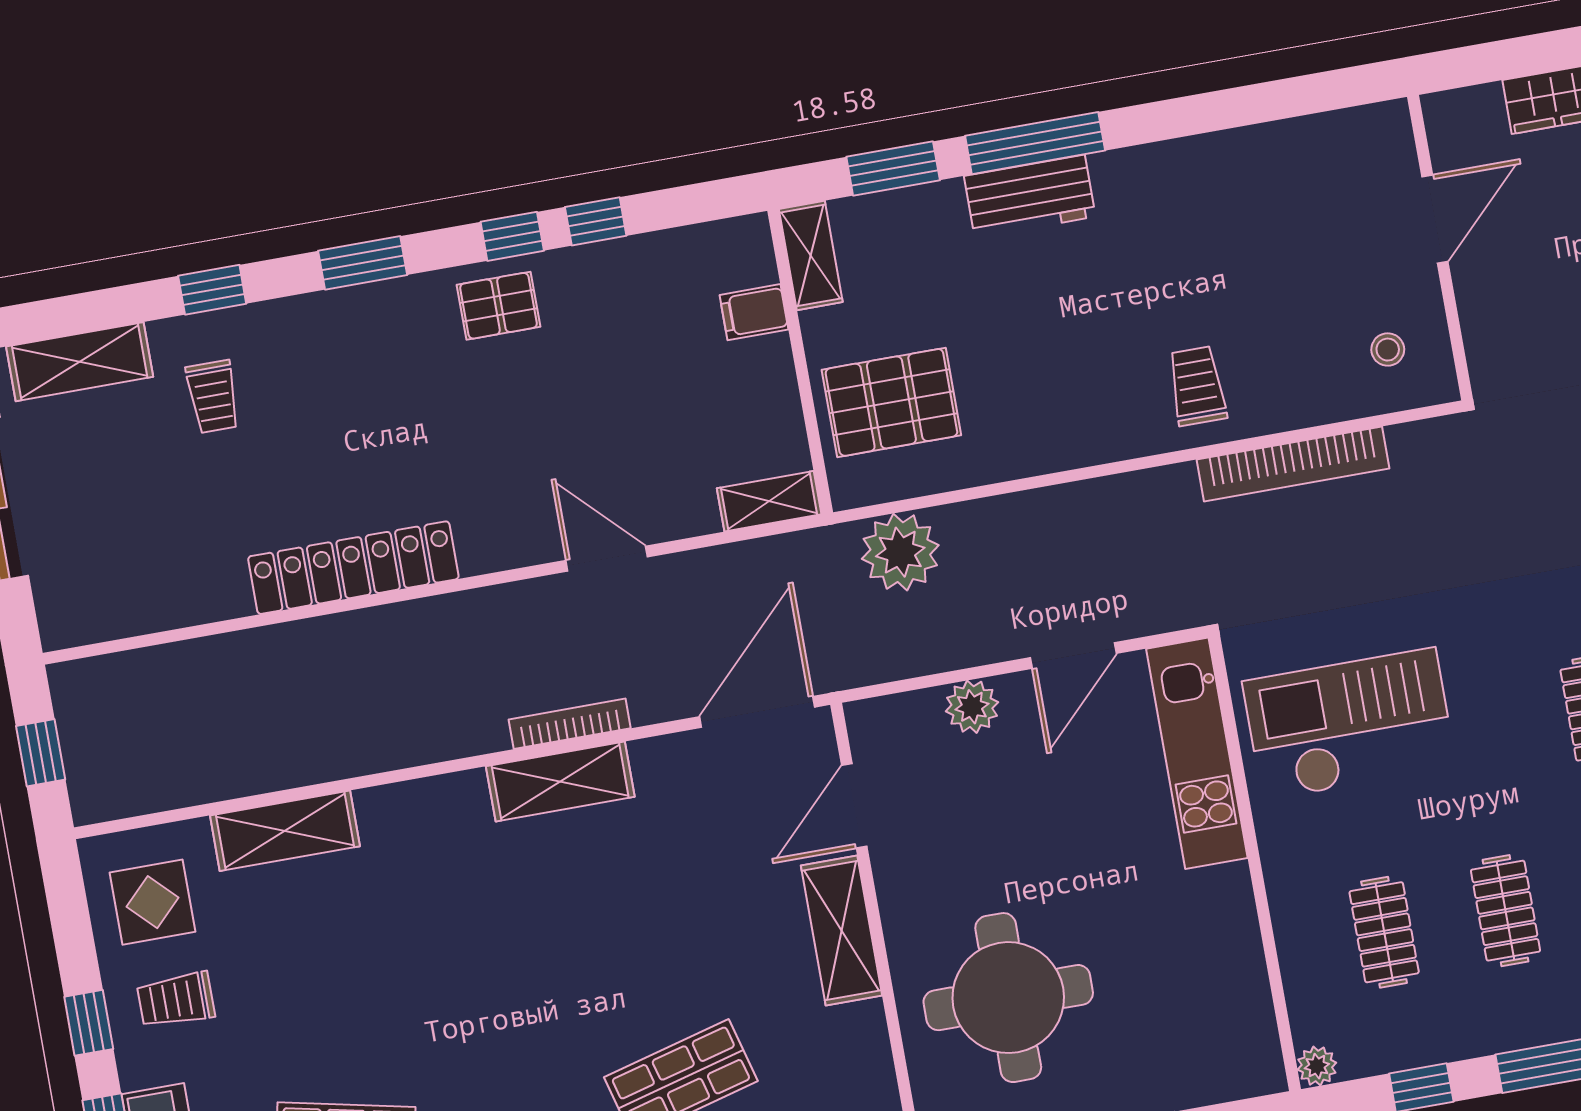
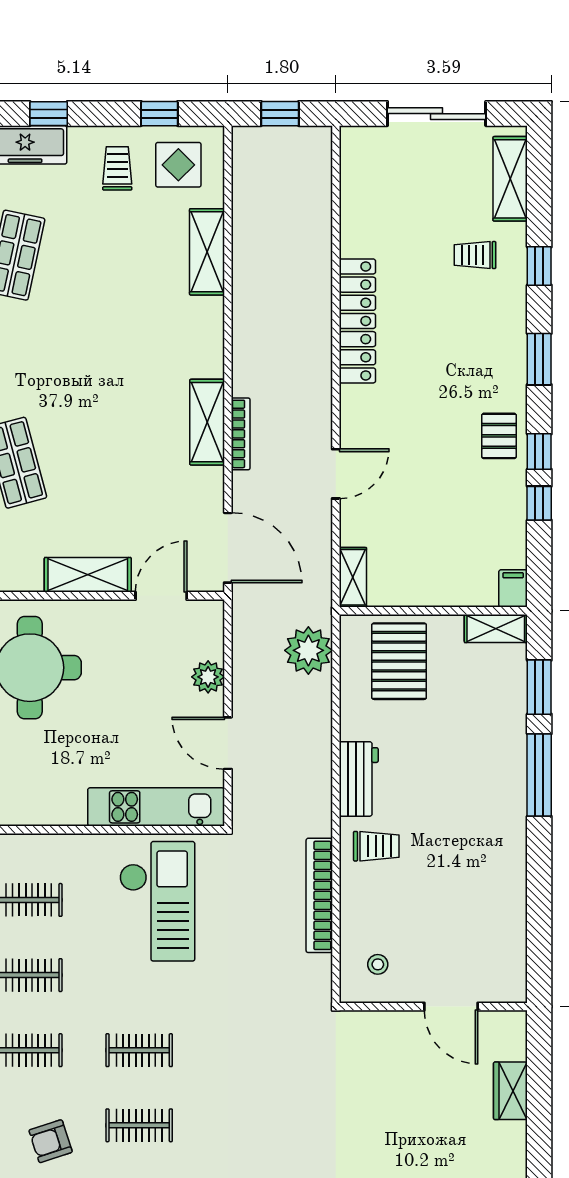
workbench: (1030, 196) -> (359, 779), moved, turned 180
filing cabinet: (754, 312) -> (513, 588), moved
door: (854, 806) -> (161, 596), hinge flipped
window: (89, 1023) -> (159, 114), moved

